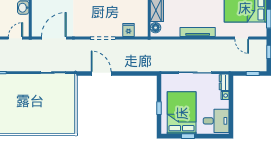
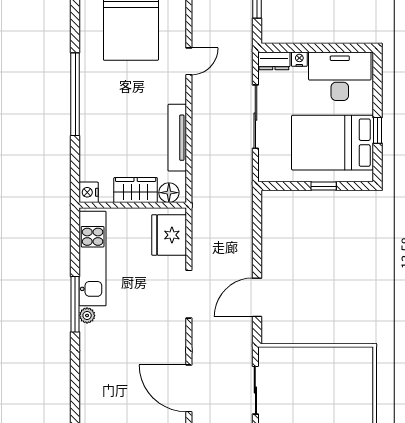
fridge: (129, 30) -> (169, 235), width x1.88, depth x1.34
tv unit: (198, 32) -> (177, 138), moved
door: (242, 38) -> (189, 61), moved
desk: (216, 121) -> (340, 76), width x1.37

